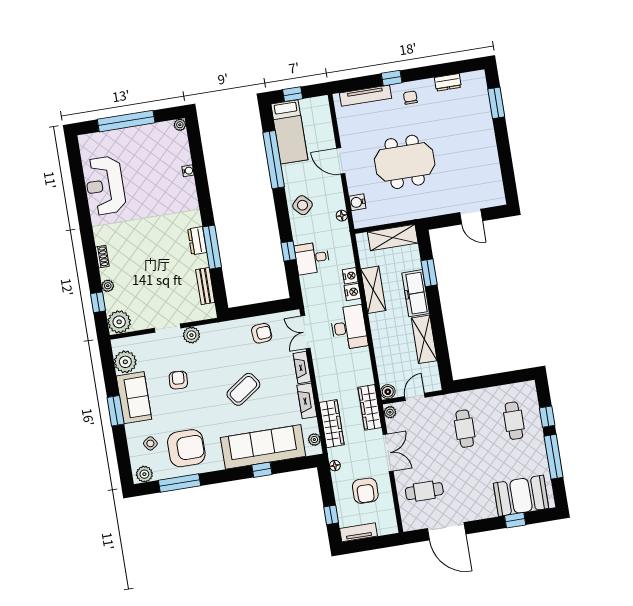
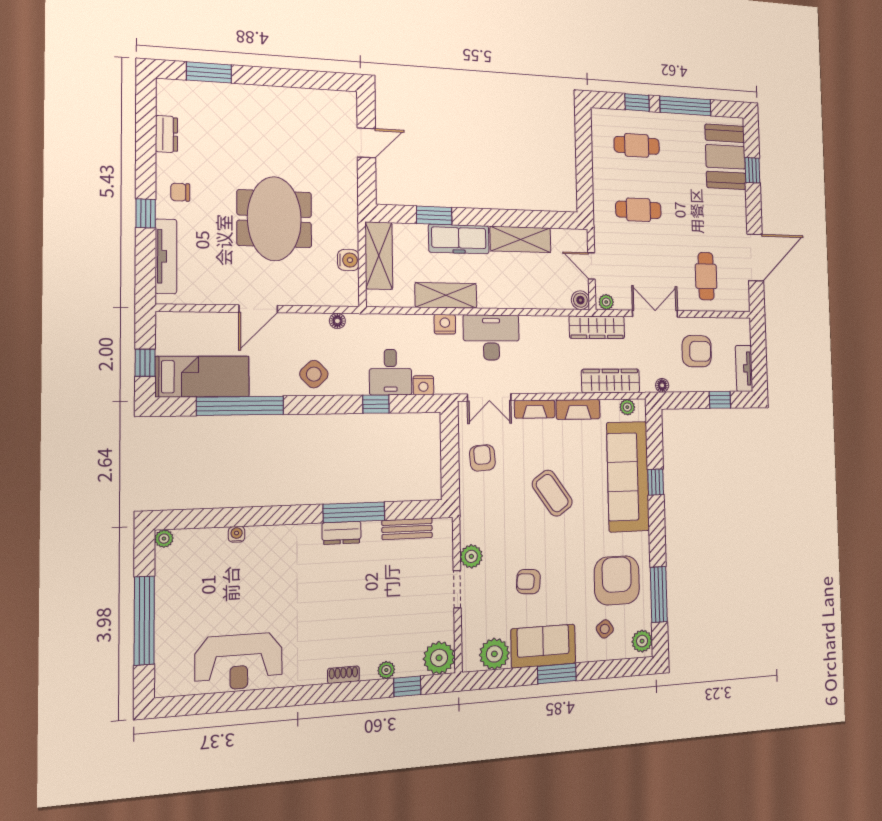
water cooler: (357, 202) -> (348, 260), moved, turned -90
nightstand: (350, 276) -> (423, 385), moved, turned 180

